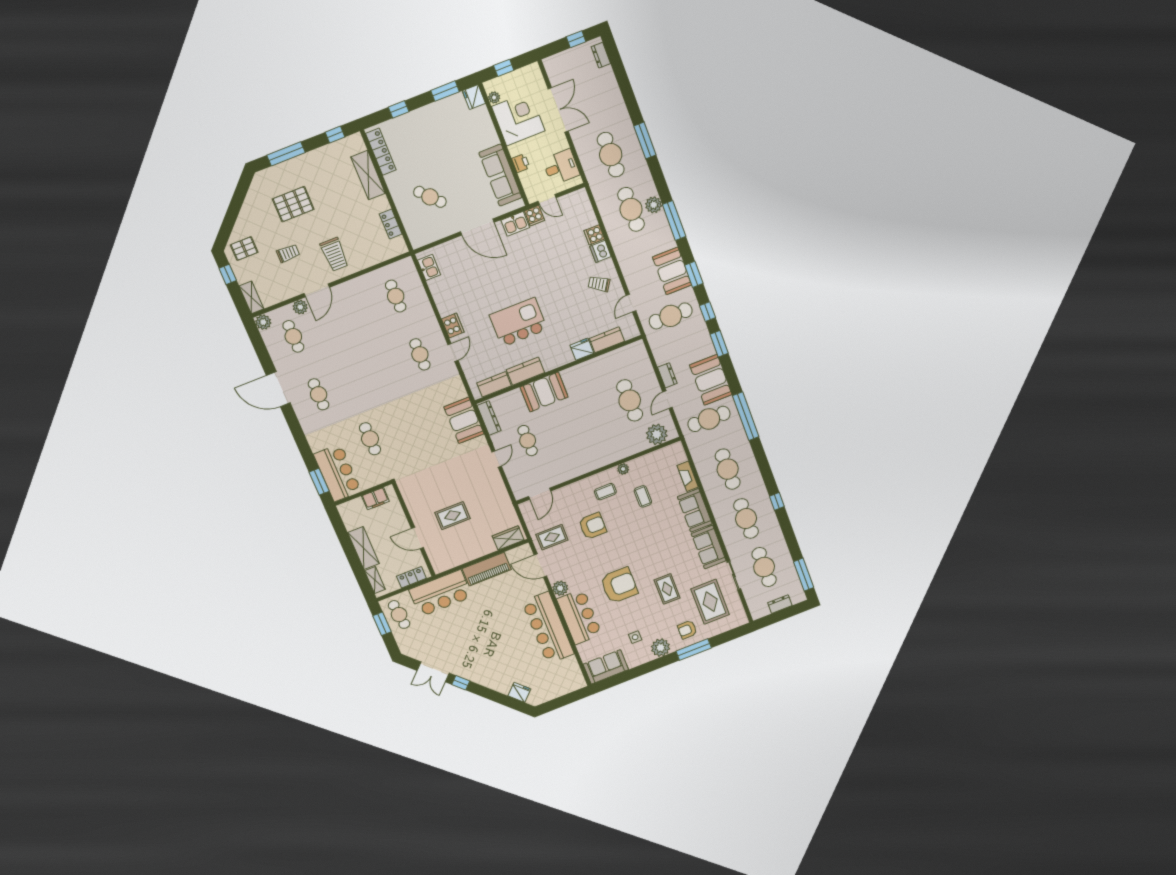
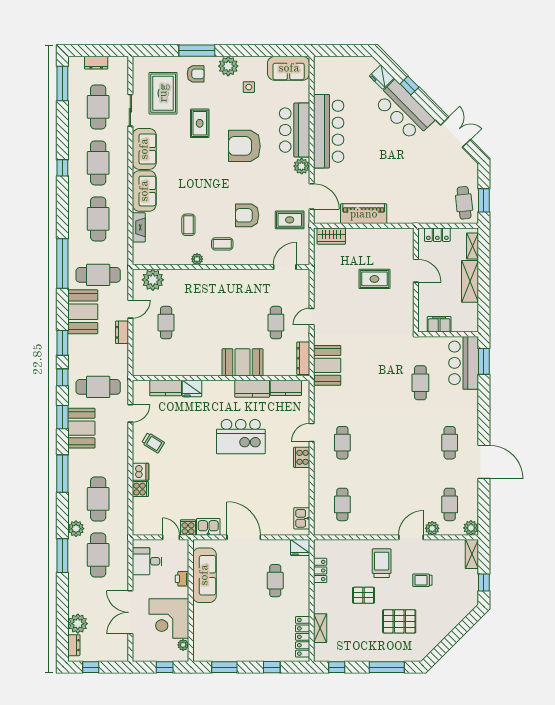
plant: (605, 78) -> (78, 624), added
fridge: (474, 97) -> (300, 548), moved, turned 90
shelving: (368, 175) -> (320, 628), width x0.67, depth x0.75
cafe table: (430, 197) -> (275, 581), turned 44
plant: (654, 205) -> (76, 529), moved
pallet: (244, 249) -> (364, 595), moved
cafe table: (630, 400) -> (166, 323), width x0.73, depth x0.74
bar counter: (441, 593) -> (404, 110), moved, turned -135
window: (461, 683) -> (409, 86), moved

